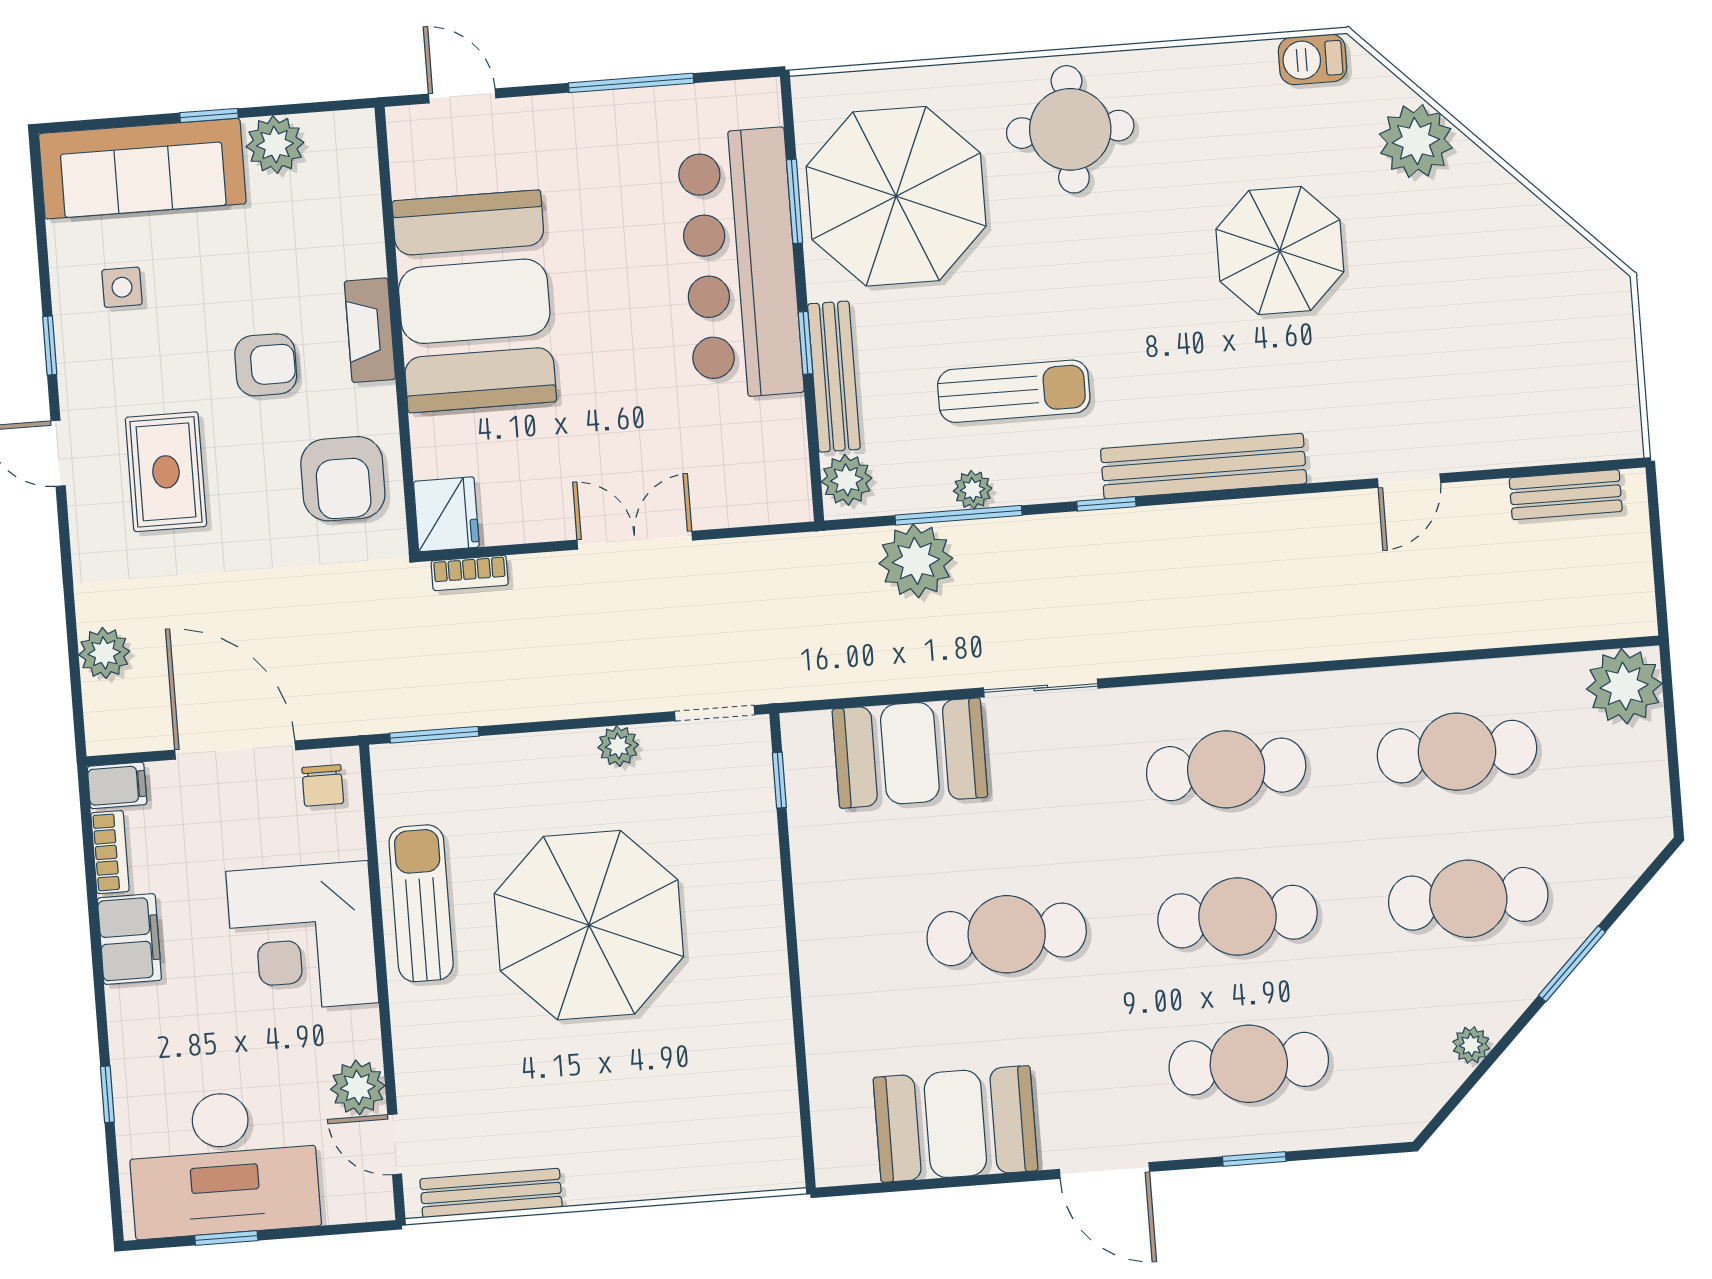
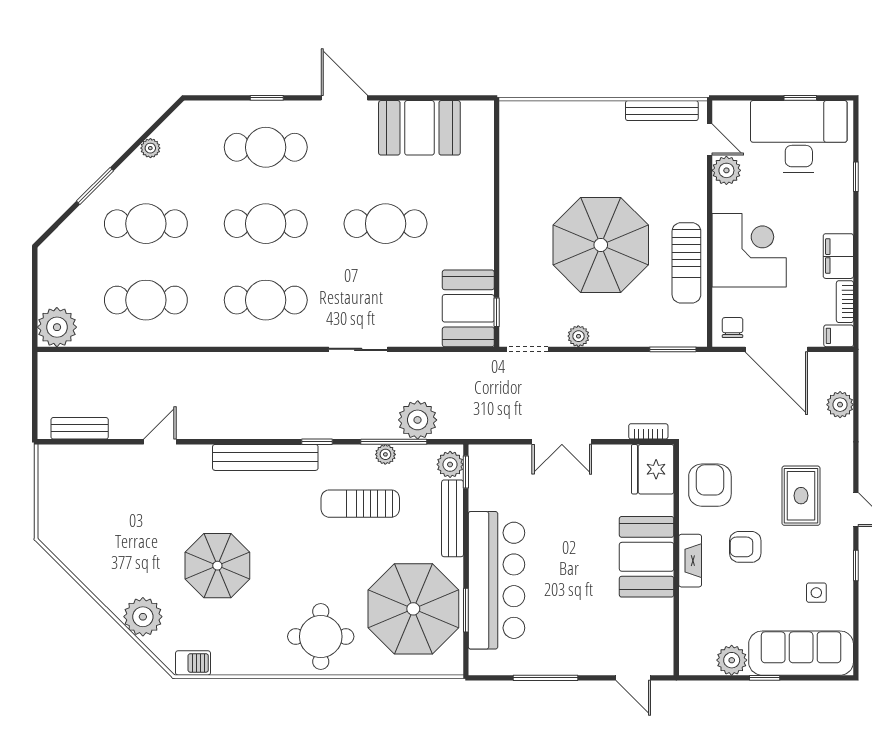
booth: (474, 301) -> (647, 557), width x0.73, depth x0.70
window: (805, 343) -> (466, 472), moved
fridge: (446, 514) -> (653, 469), width x1.36, depth x1.34
booth: (910, 753) -> (468, 308), moved, turned 90

